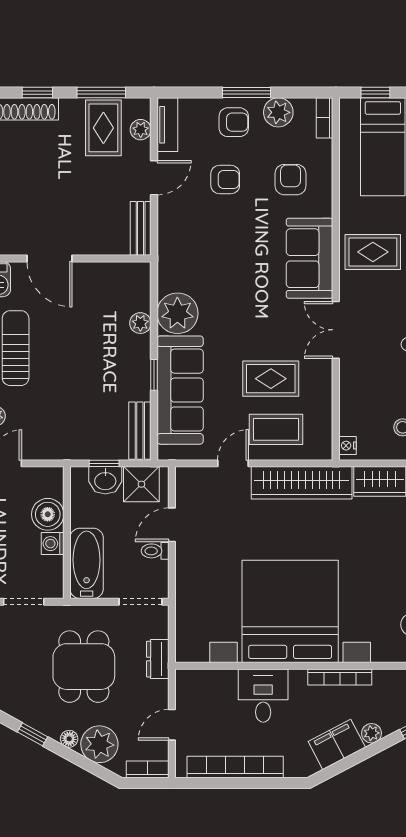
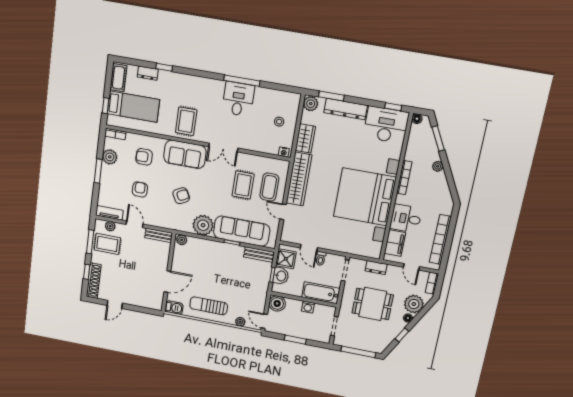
armchair: (234, 122) -> (181, 196), moved, turned 62
plant: (140, 323) -> (182, 240), moved
boiler: (48, 514) -> (277, 303), moved
filing cabinet: (337, 744) -> (395, 243), moved, turned -152

